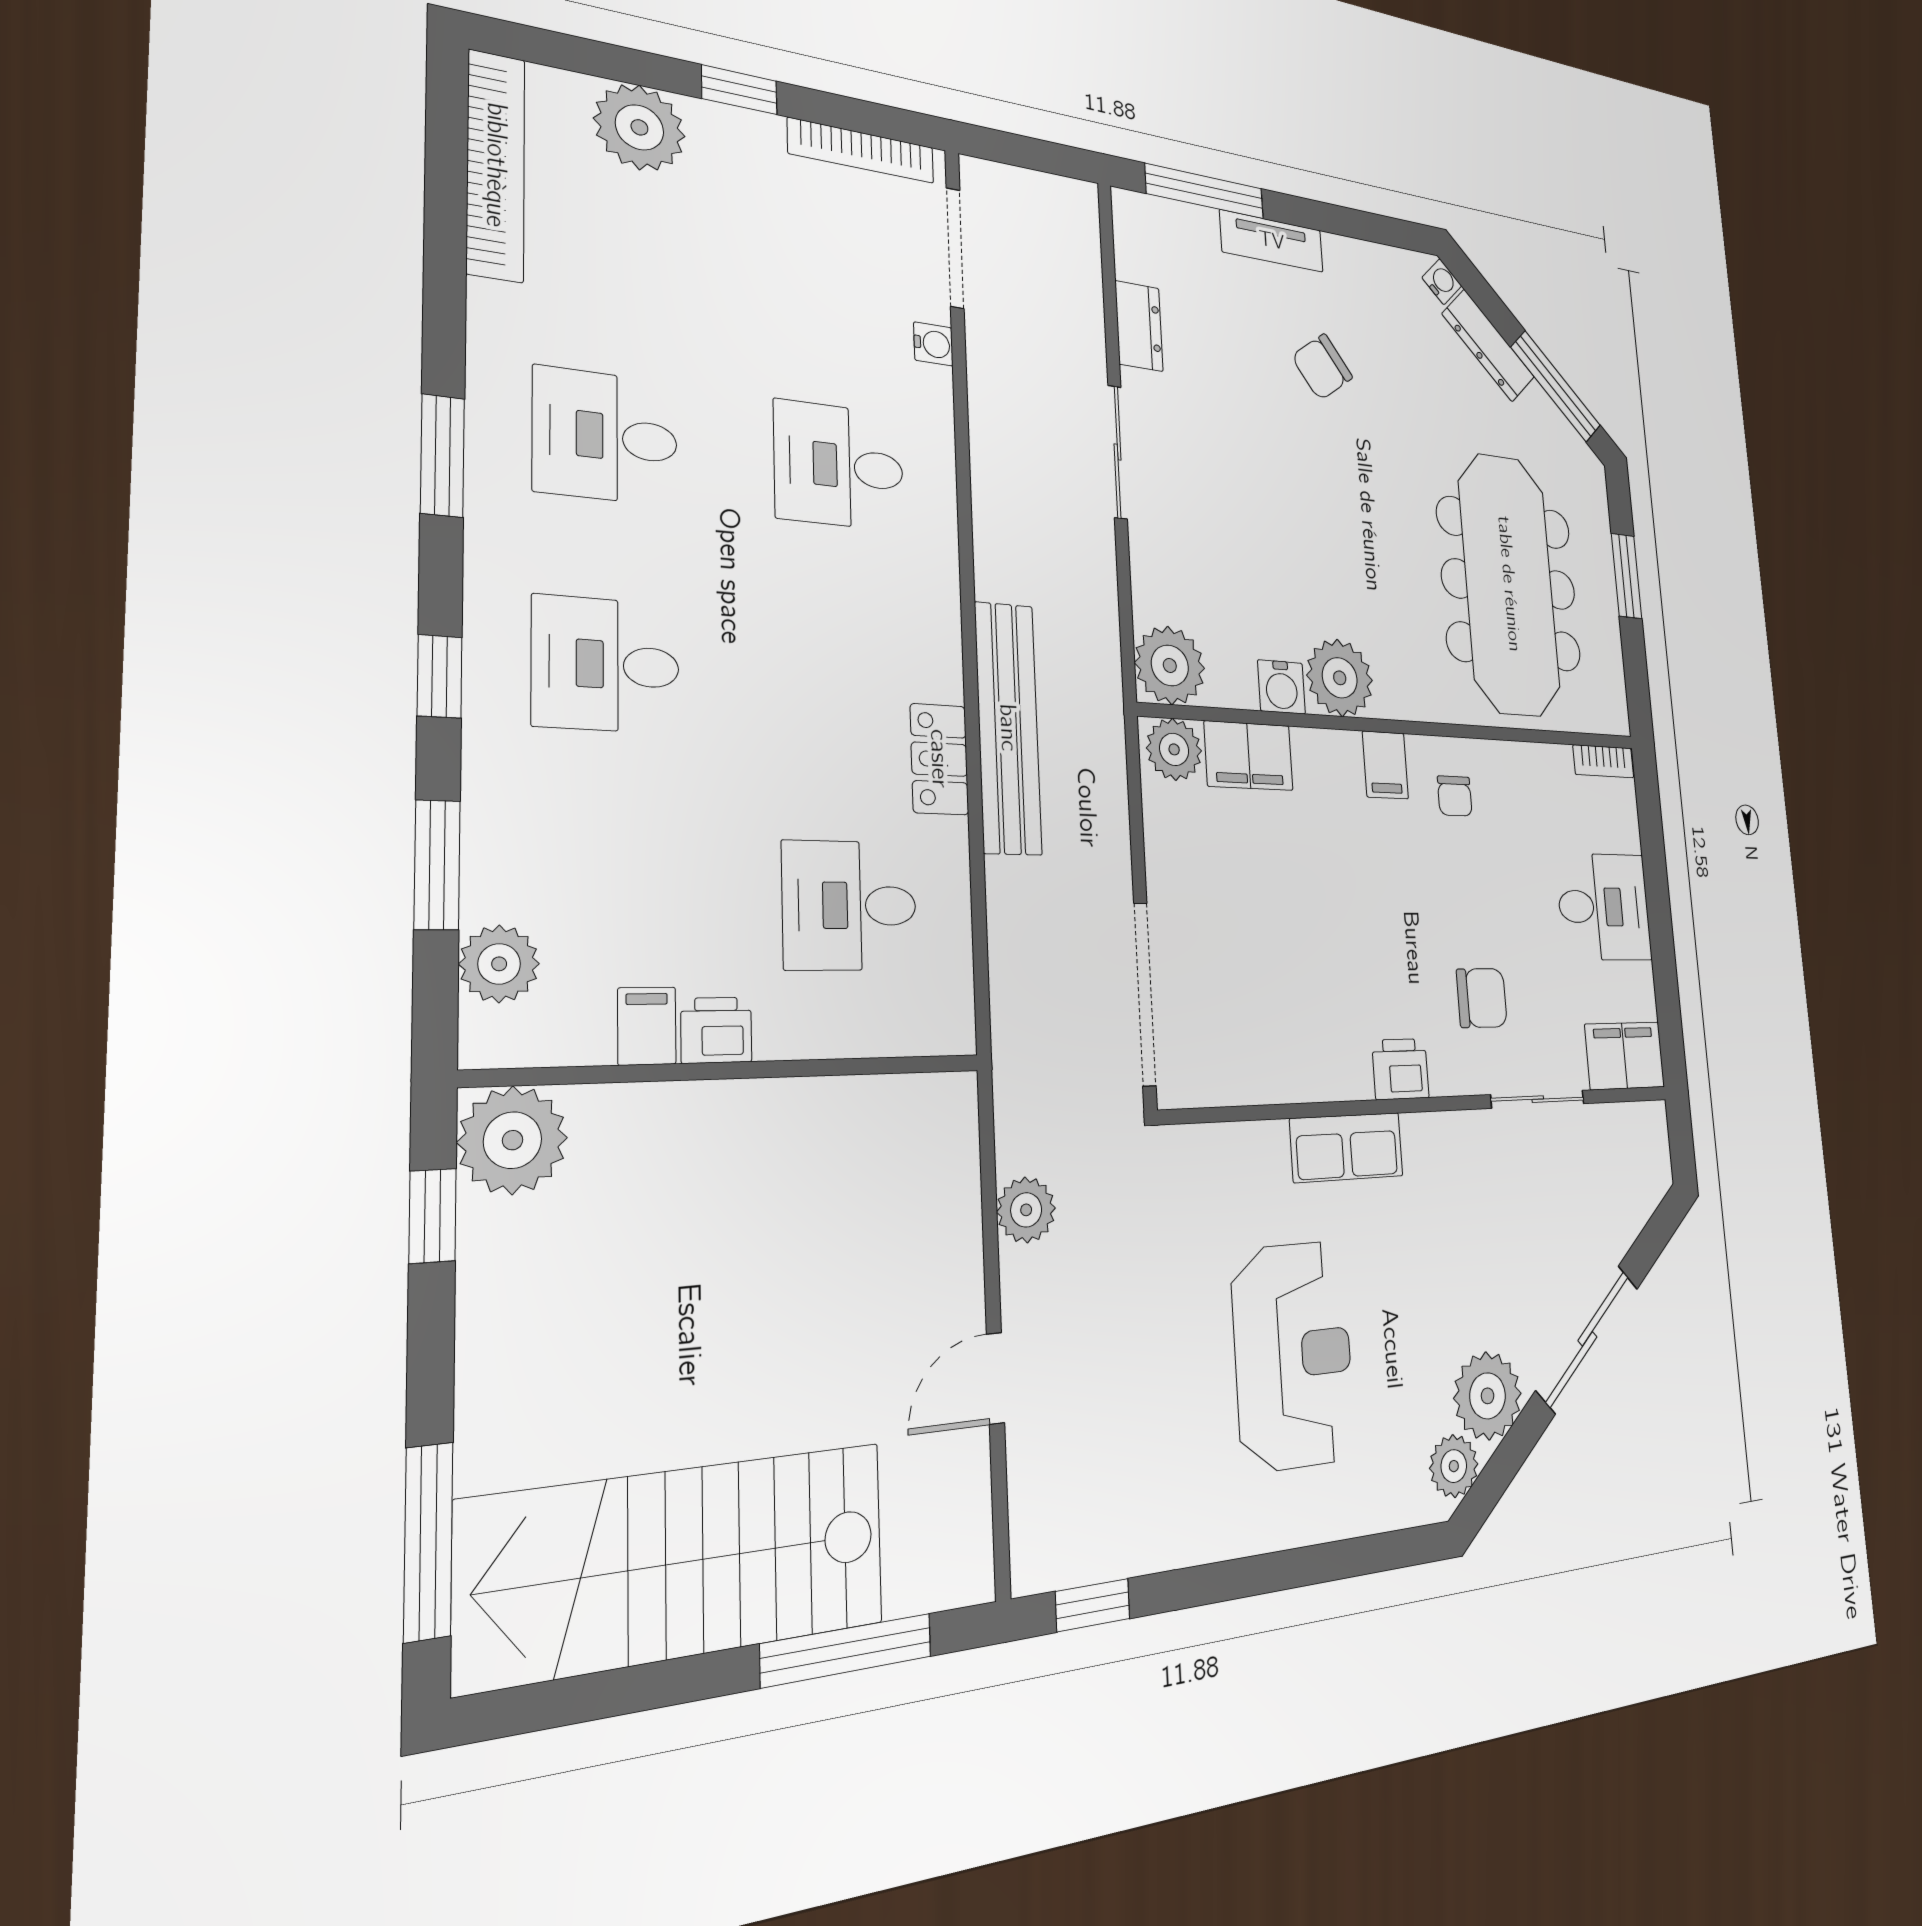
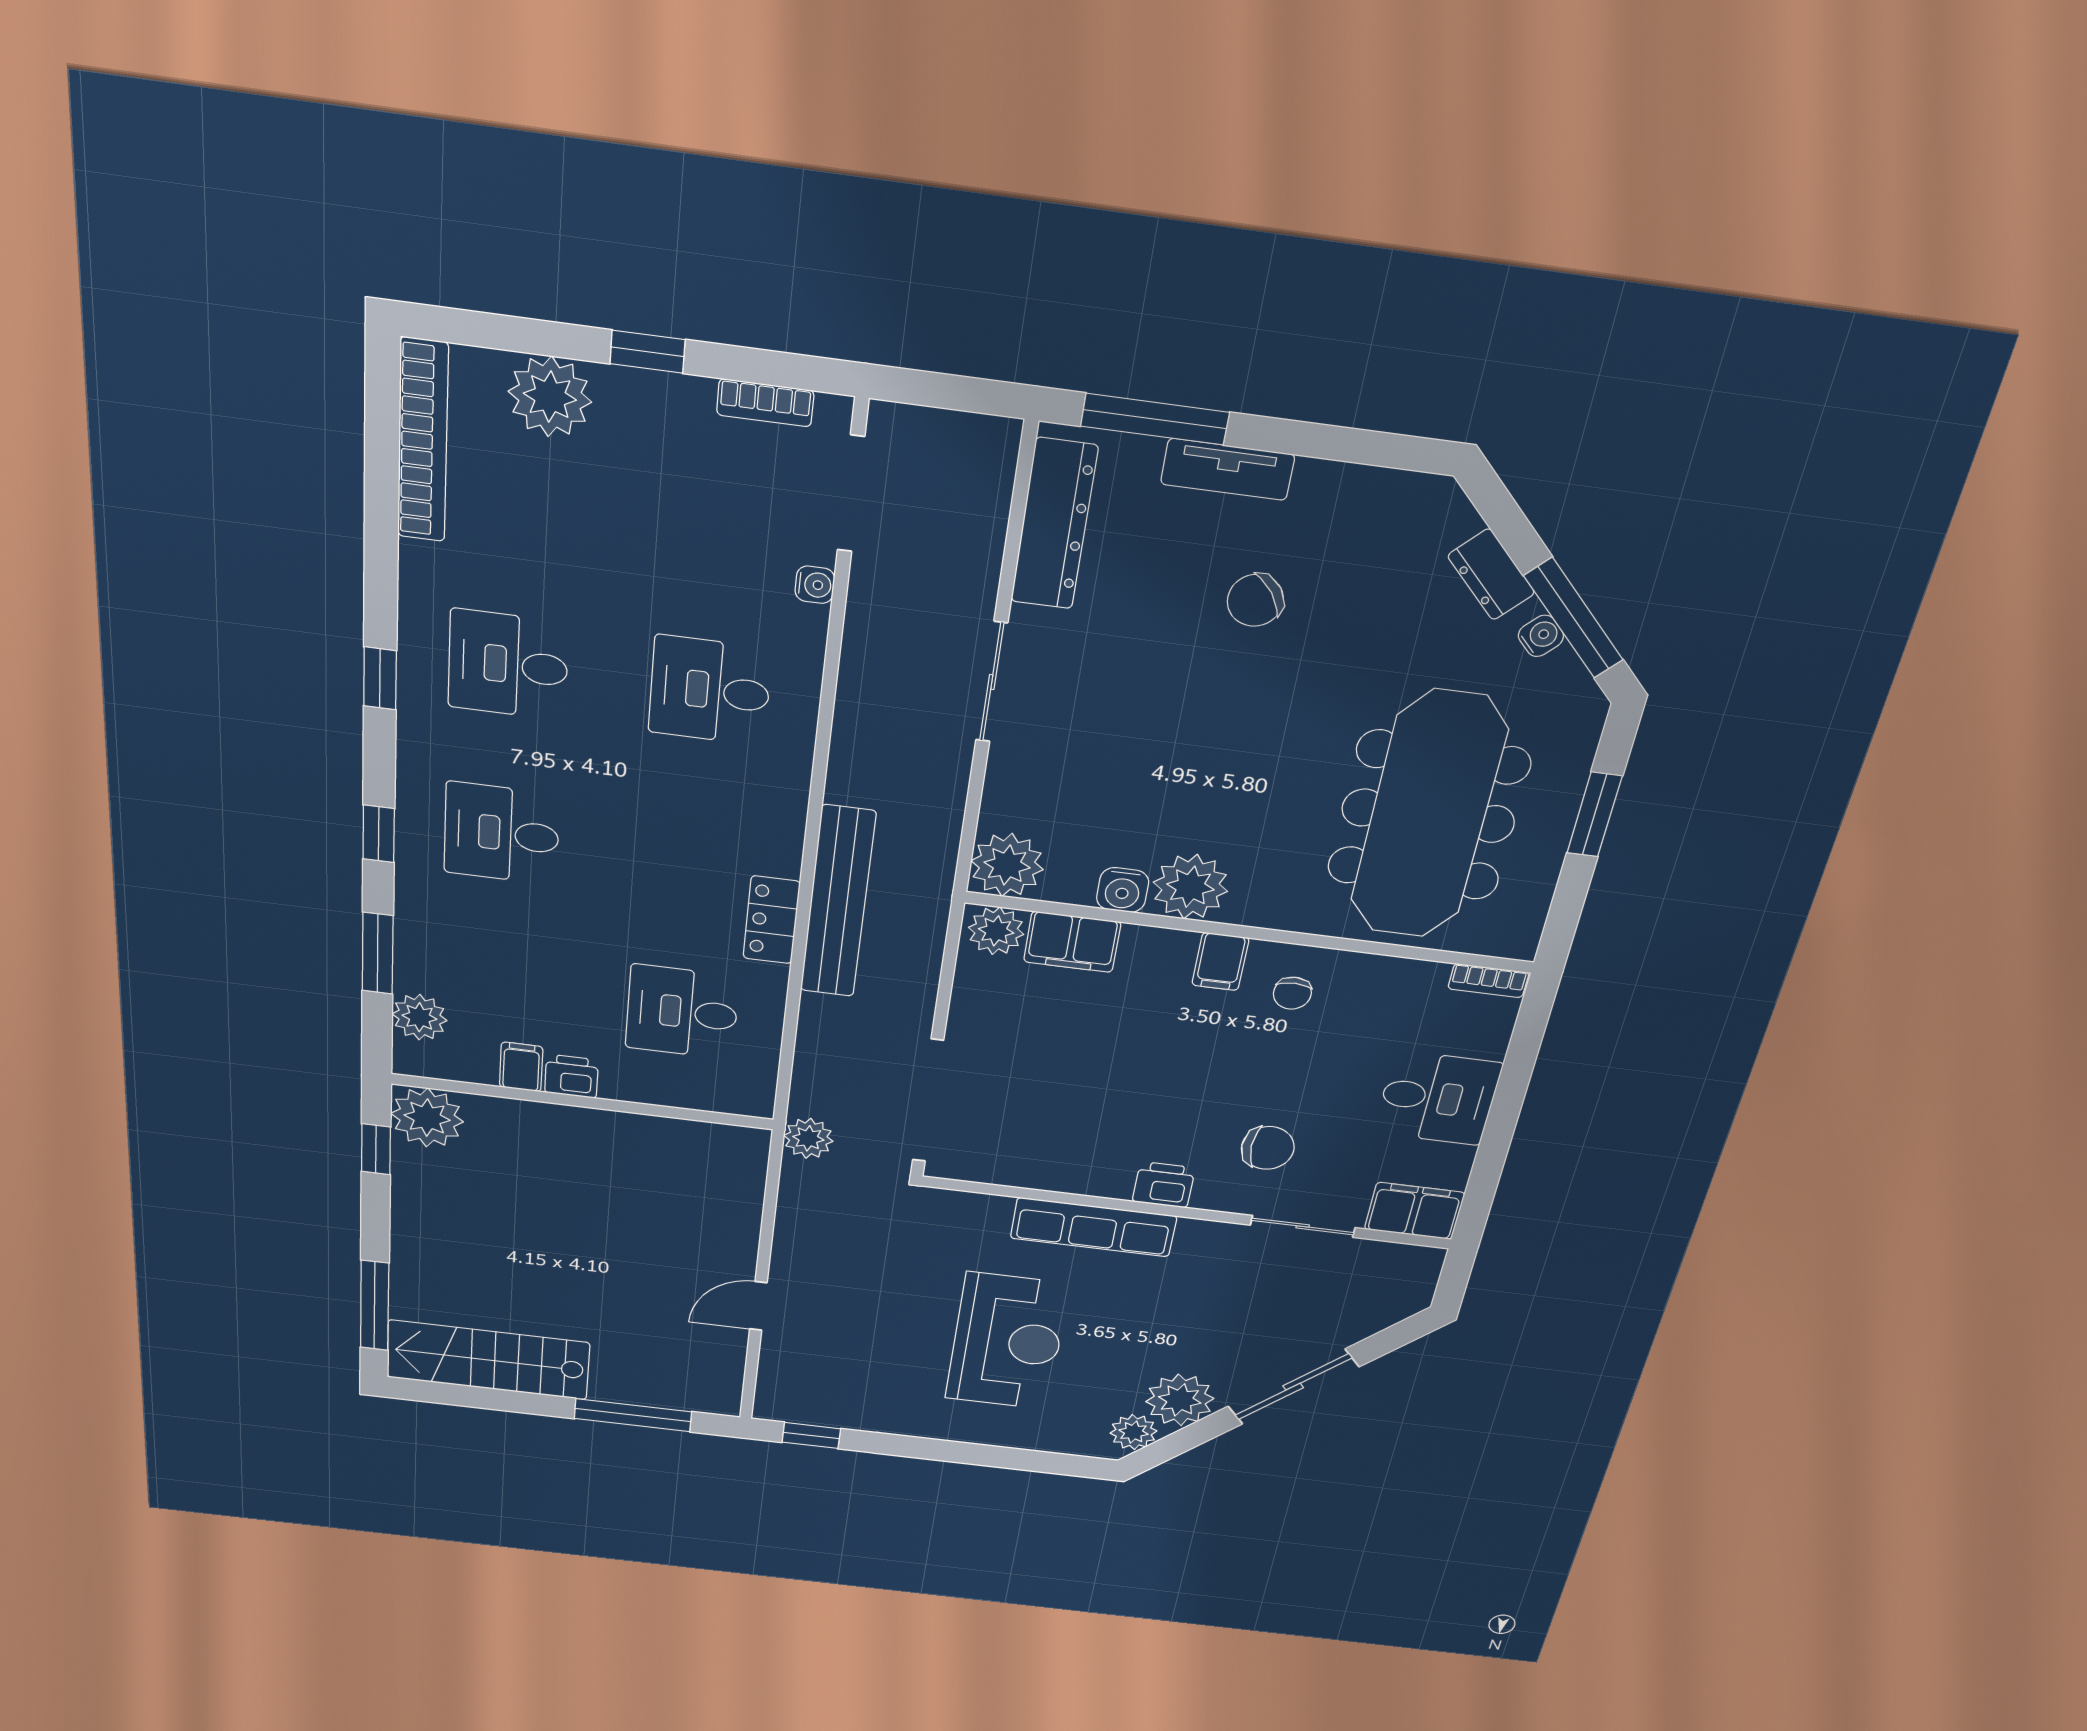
bookcase: (861, 151) -> (765, 403), width x0.64
water cooler: (1442, 282) -> (1541, 636), moved
dresser: (1139, 326) -> (1054, 524), width x1.96, depth x1.24
dresser: (1488, 346) -> (1491, 574), width x0.70
window: (442, 456) -> (380, 678), width x0.67
row of seats: (1347, 1147) -> (1093, 1227), width x1.48
plant: (1026, 1210) -> (808, 1138), moved
stairs: (676, 1563) -> (488, 1360), width x0.73, depth x0.66

